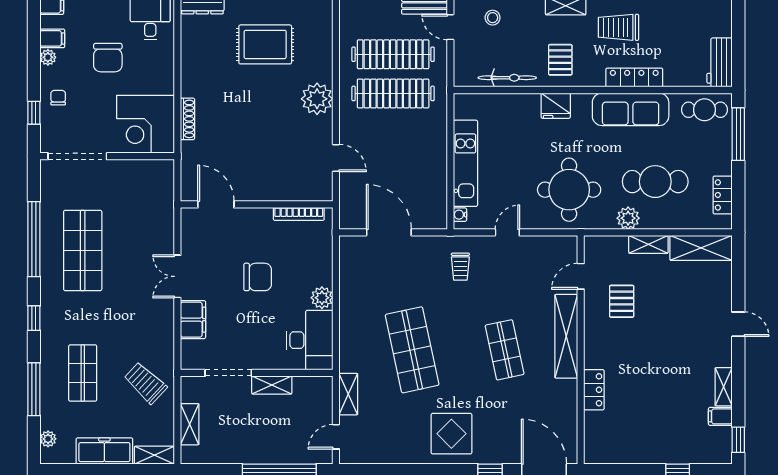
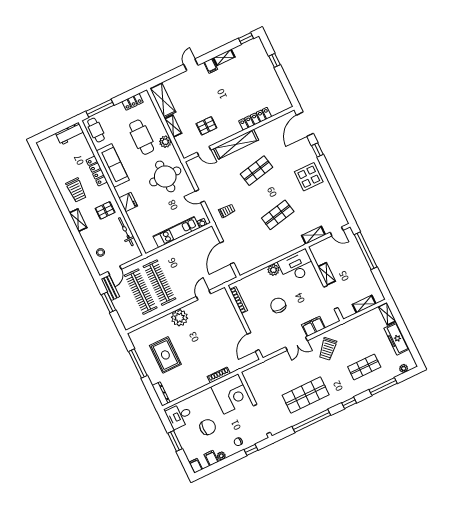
shop shelf: (412, 350) -> (278, 215), width x0.70, depth x0.74
trolley: (145, 383) -> (328, 349), moved
locker: (594, 390) -> (255, 119), width x1.53
filing cabinet: (720, 416) -> (211, 66), moved

